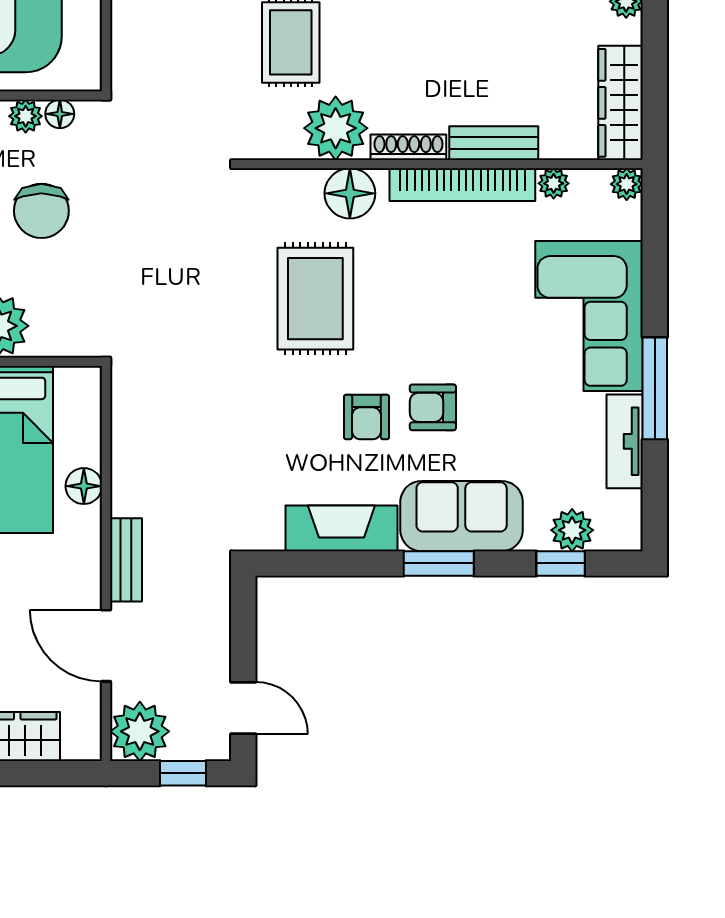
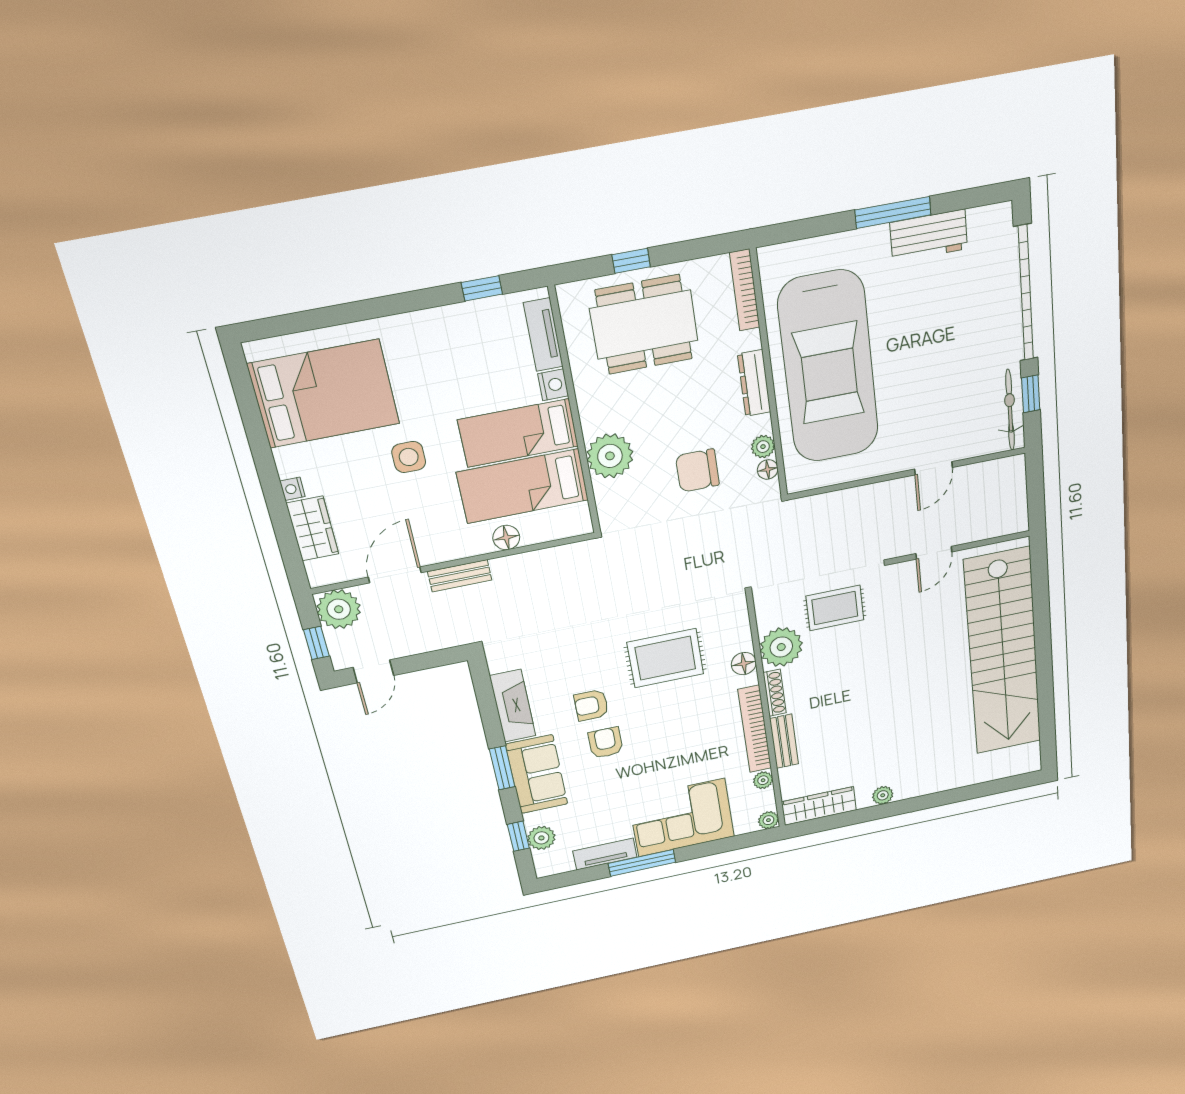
floor lamp: (350, 193) -> (744, 664), width x0.73, depth x0.73

